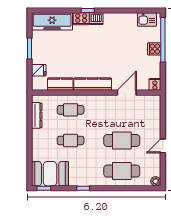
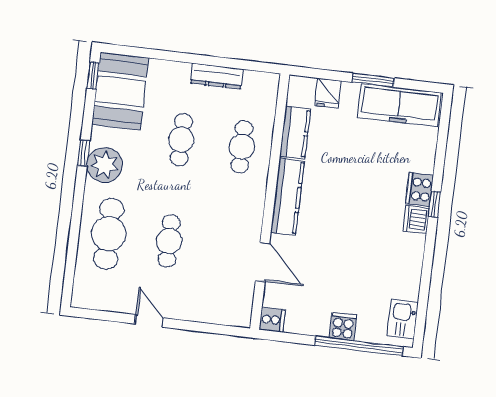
freezer: (52, 21) -> (399, 105), moved, turned -90
dresser: (37, 115) -> (217, 76), moved
cafe table: (122, 140) -> (169, 241), width x0.73, depth x0.74
plant: (156, 181) -> (105, 165), moved, width x1.87, depth x1.87

